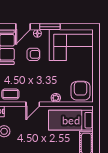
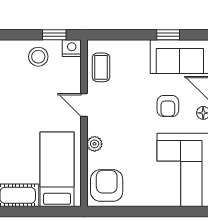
armchair: (81, 91) -> (107, 185), turned -90

